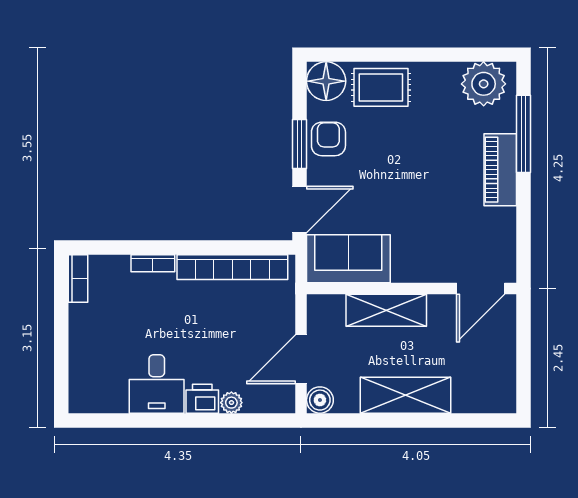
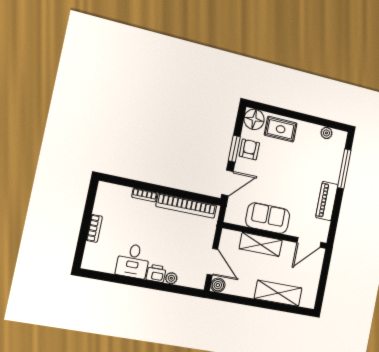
plant: (484, 84) -> (326, 133), width x0.53, depth x0.53
piano: (500, 170) -> (327, 201), moved
sofa: (348, 259) -> (268, 218), moved
bookcase: (78, 278) -> (94, 228), moved
door: (301, 359) -> (212, 262), swing flipped
shelving: (406, 395) -> (278, 293), moved

